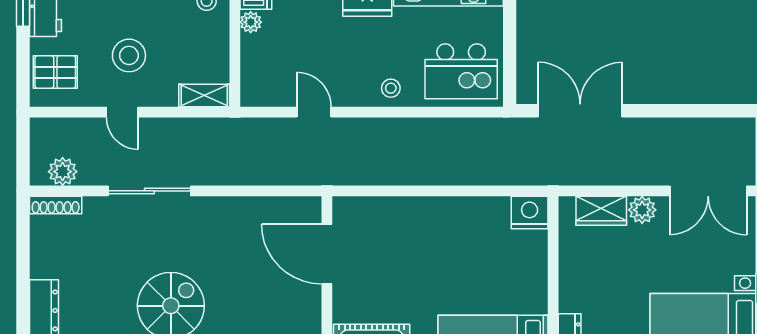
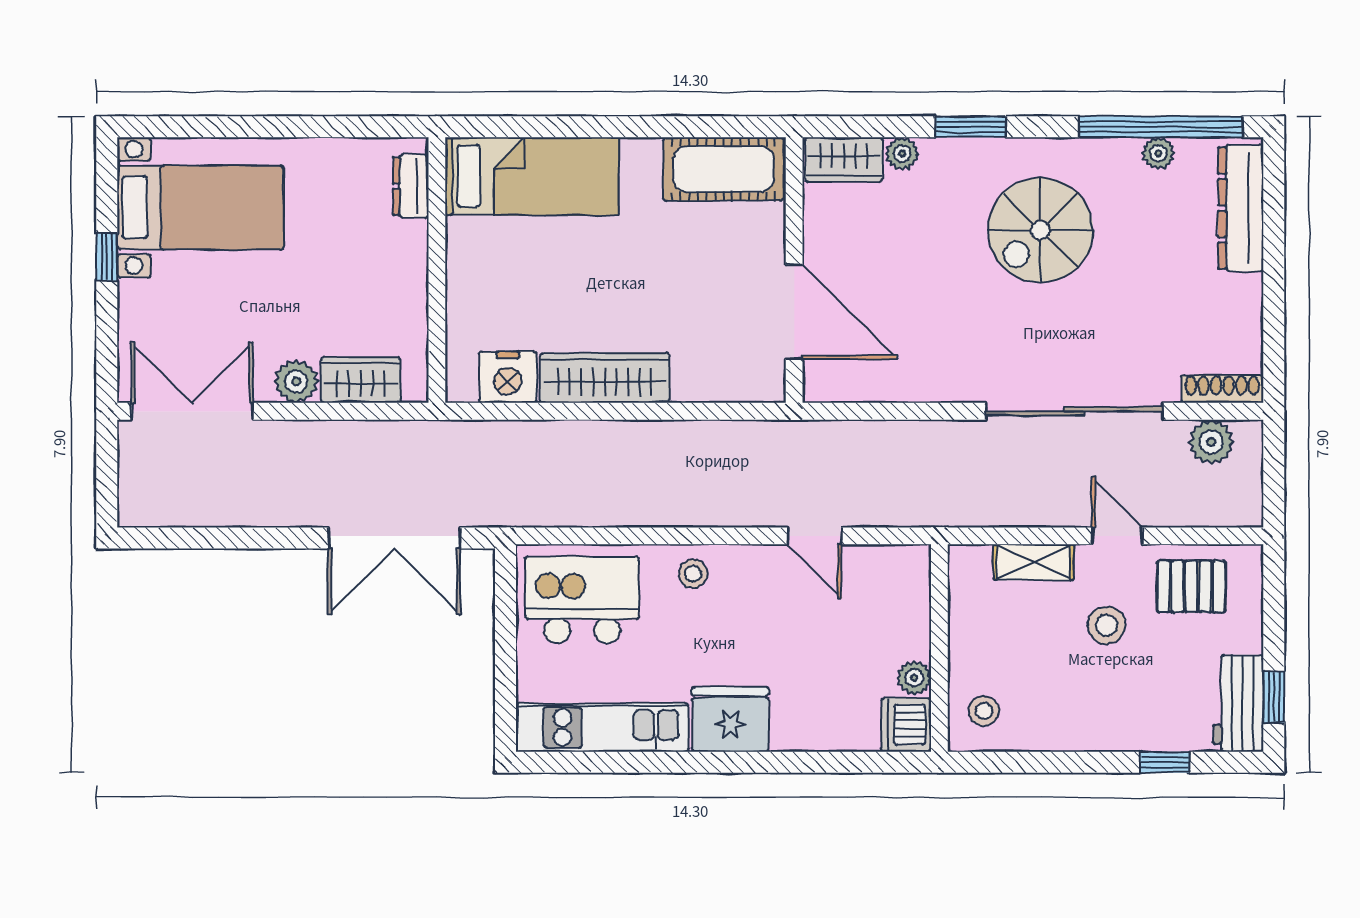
stool: (129, 55) -> (1106, 625), width x0.73, depth x0.73
pallet: (55, 72) -> (1191, 586), moved
shelving: (204, 95) -> (1034, 562), moved
sliding door: (149, 191) -> (1074, 411), width x1.36
wardrobe: (447, 212) -> (605, 378), added
nightstand: (530, 213) -> (508, 377), moved

